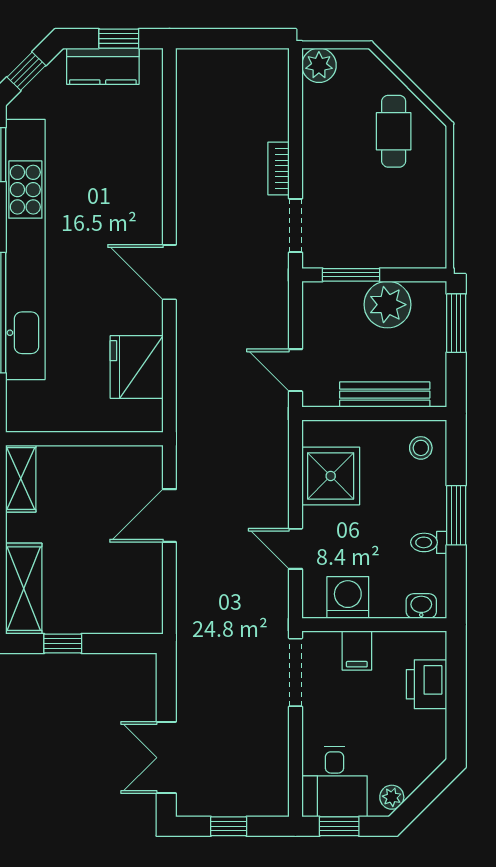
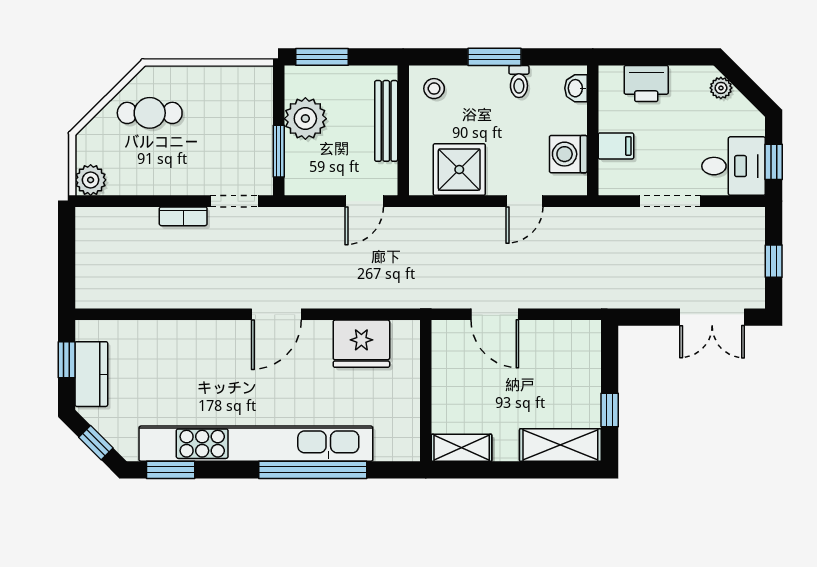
doorway: (295, 672) -> (670, 201), moved
plant: (392, 797) -> (721, 88), moved

